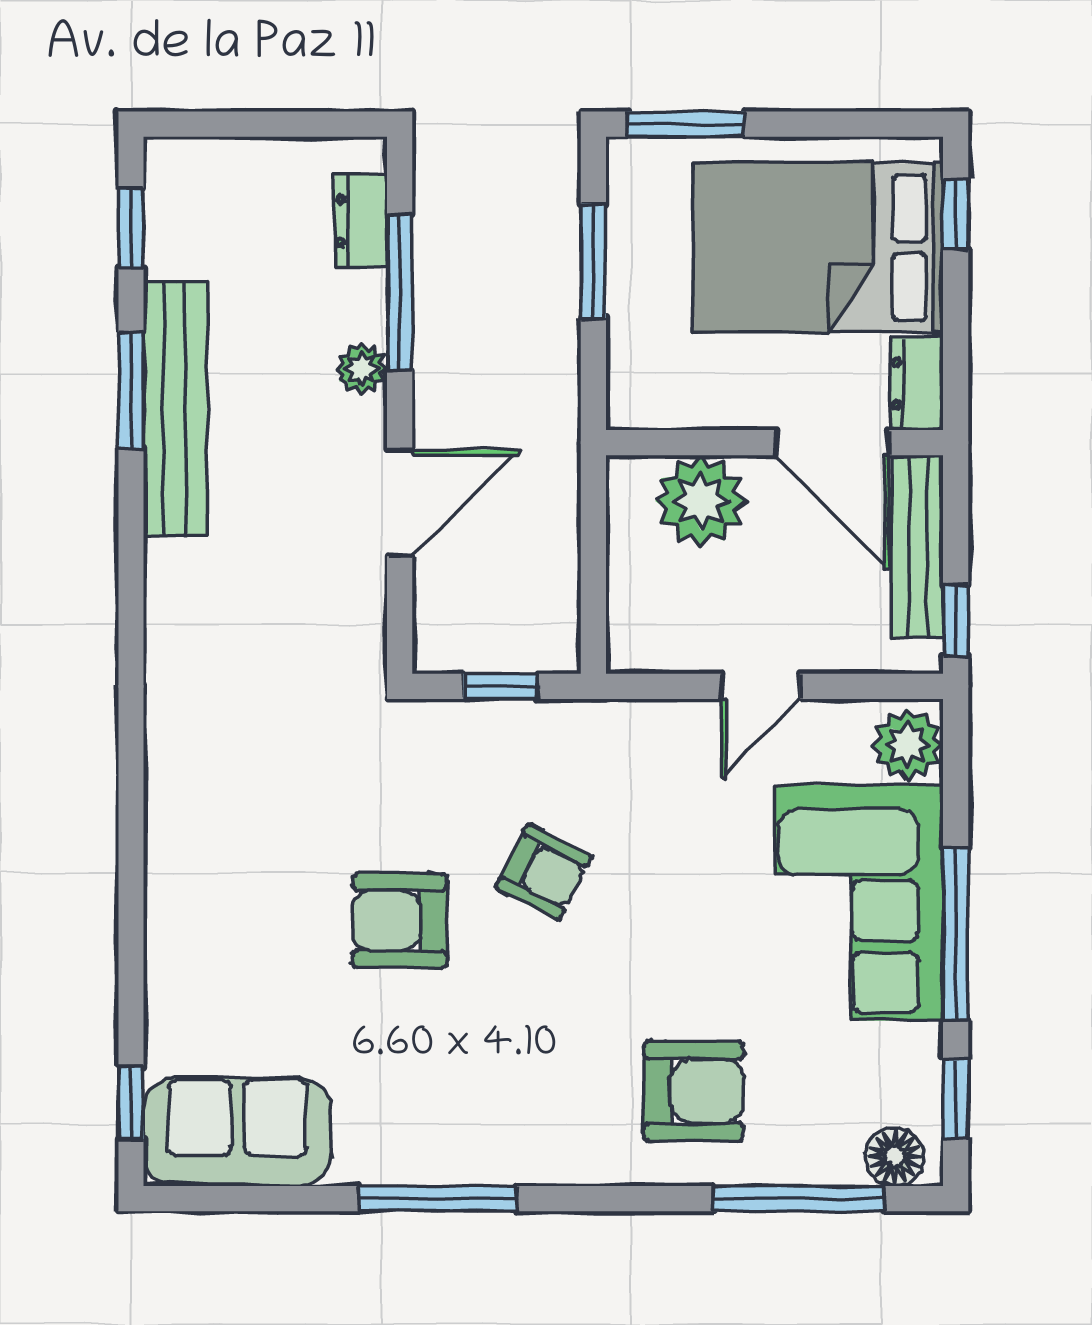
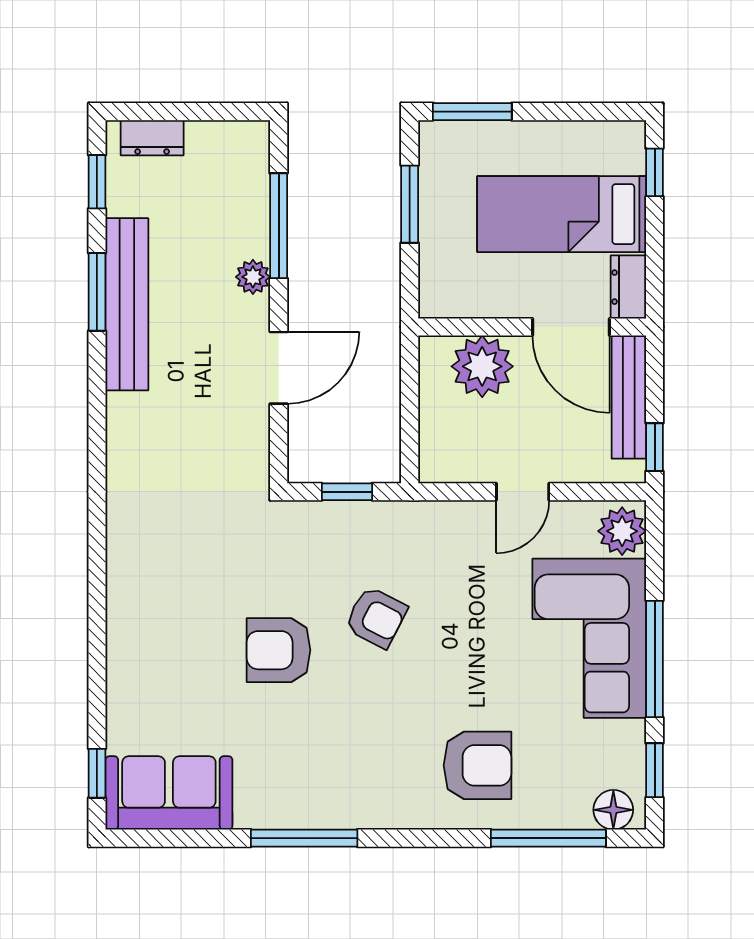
dresser: (361, 221) -> (152, 138), moved, turned -90
bed: (818, 248) -> (562, 214), width x0.67

